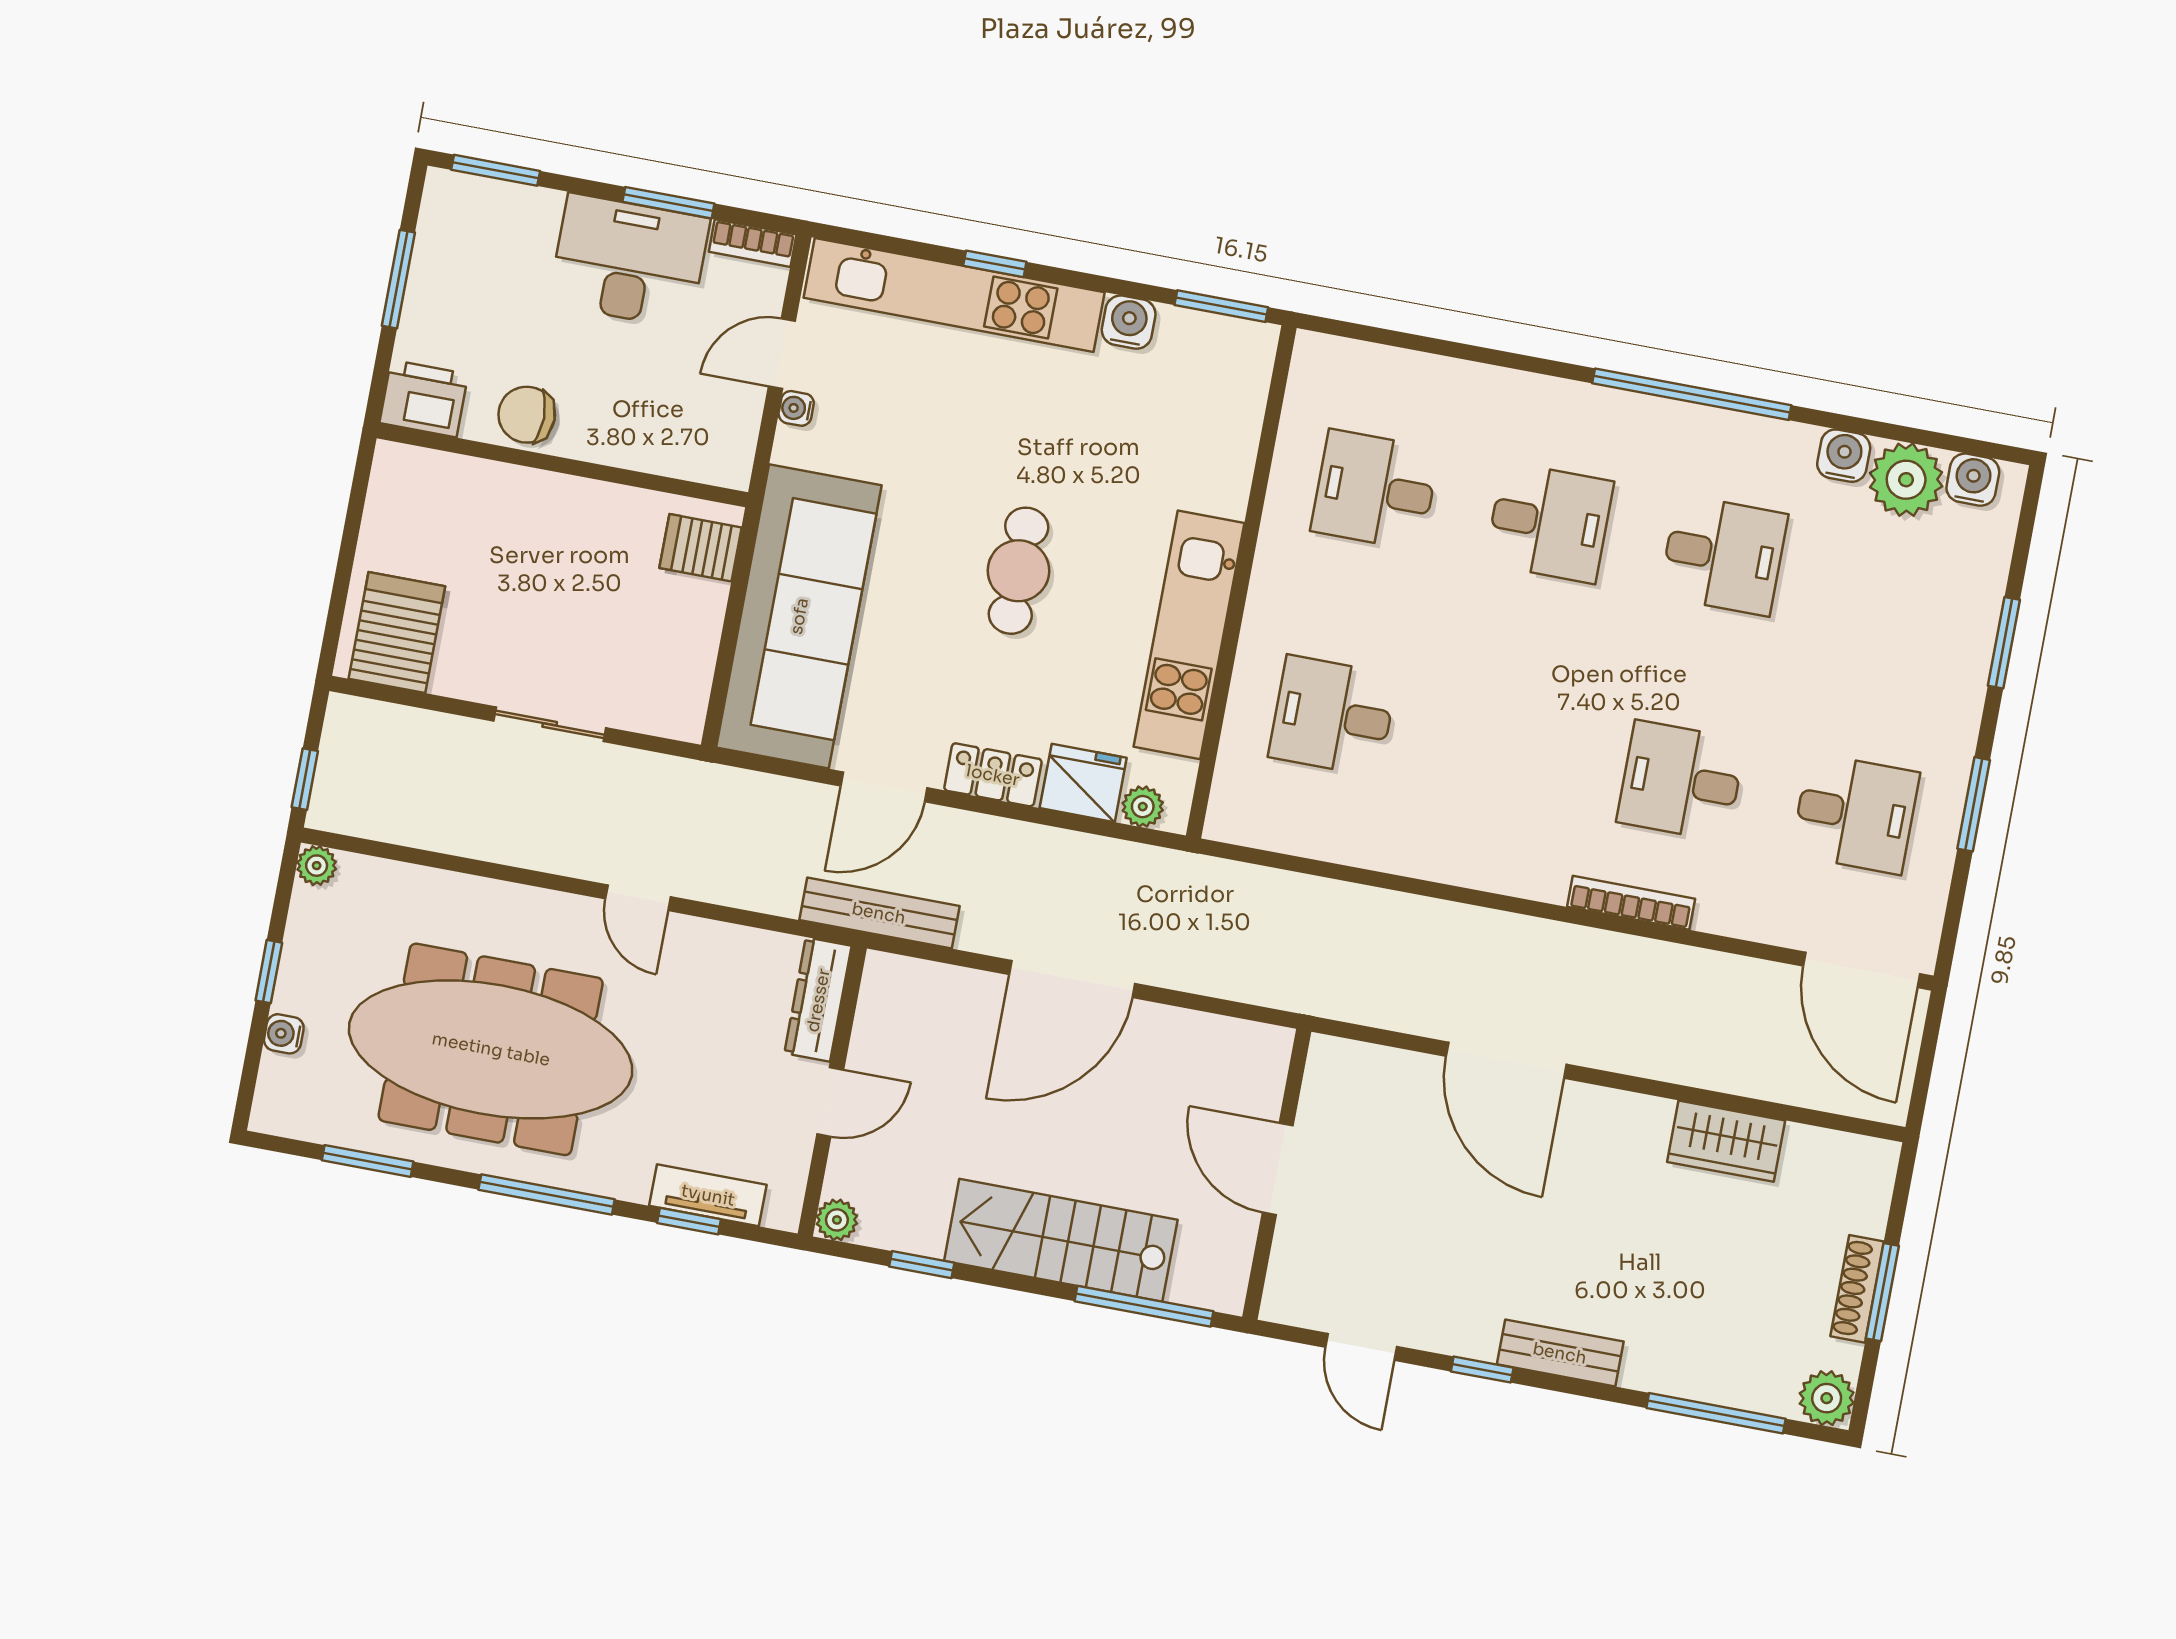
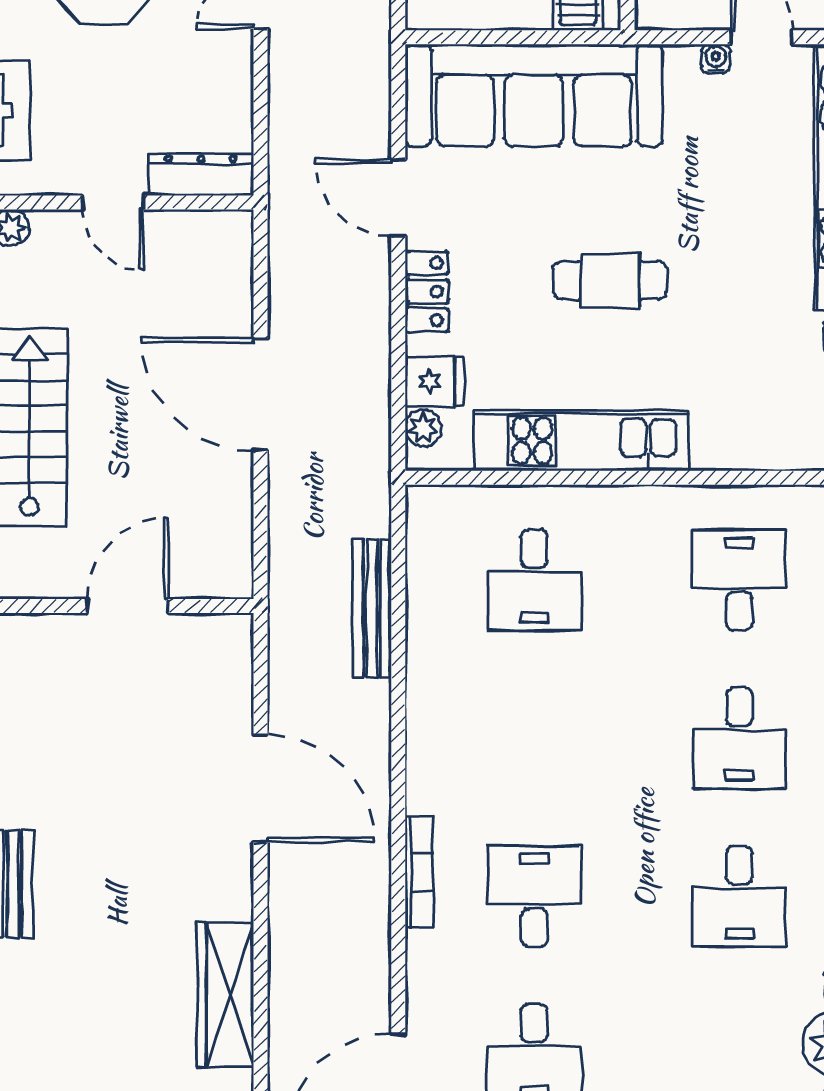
desk: (1333, 716) -> (534, 580), turned 180
fridge: (1083, 783) -> (434, 382), width x0.72
bench: (879, 913) -> (372, 608), moved
door: (1506, 1060) -> (261, 789), swing flipped
wardrobe: (1726, 1141) -> (226, 995), width x1.50

